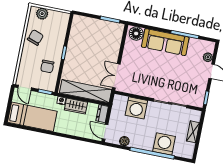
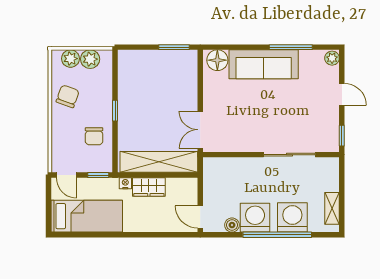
plant: (55, 16) -> (90, 59), added
plant: (208, 57) -> (332, 58), moved
washing machine: (136, 108) -> (255, 218), moved, turned 180
dresser: (102, 114) -> (190, 190), removed
shelving: (193, 132) -> (332, 208), moved

